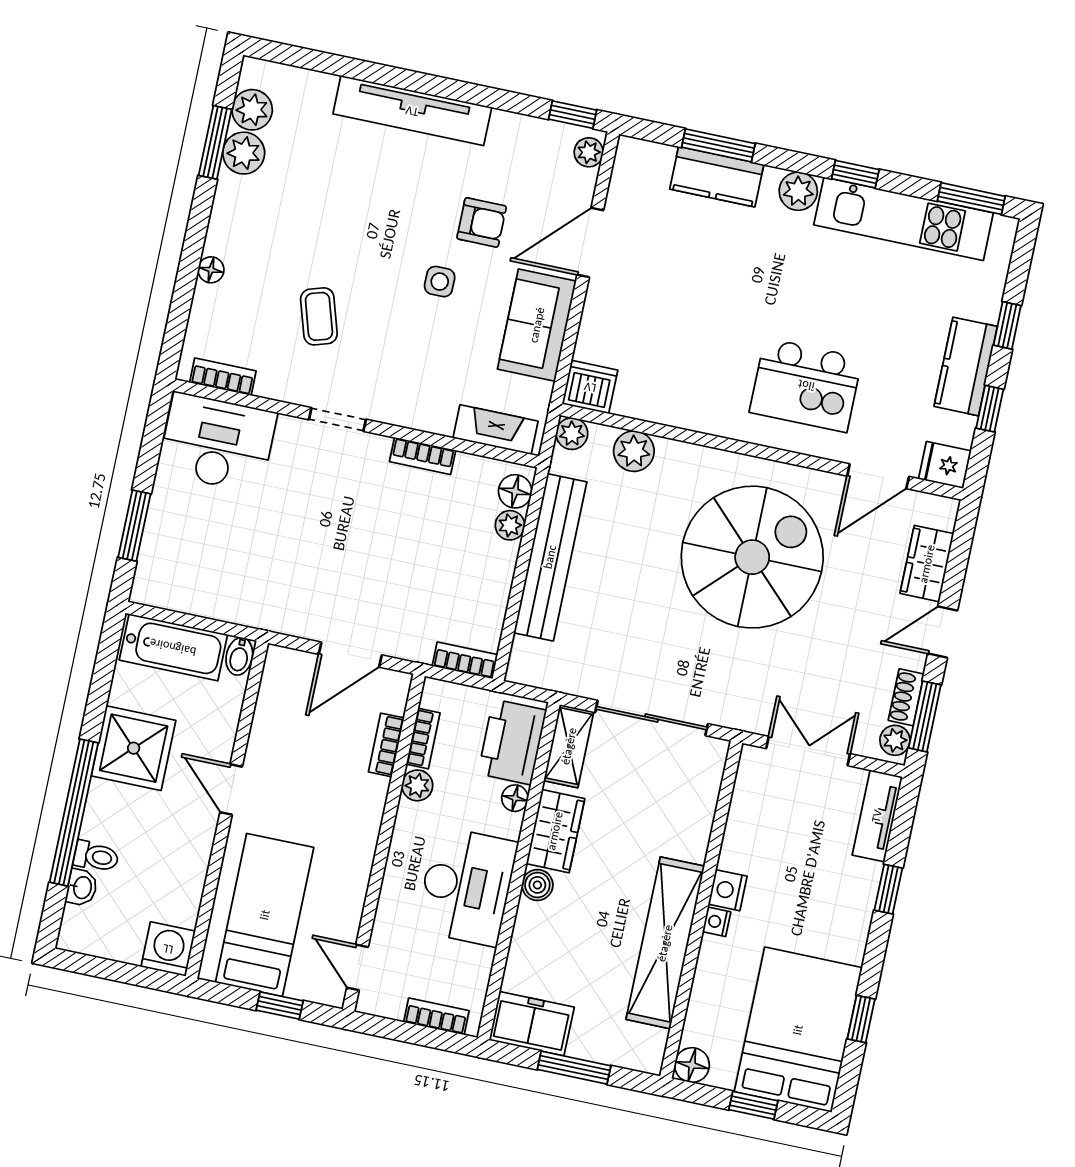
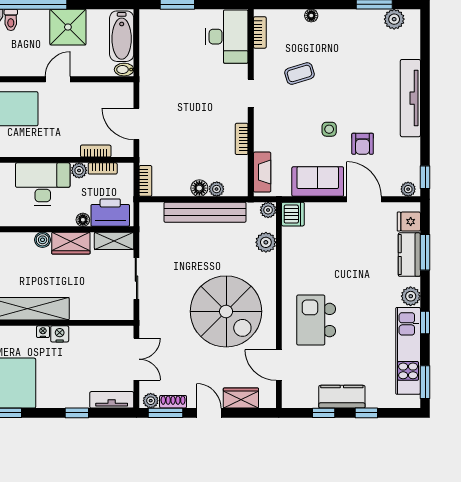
plant: (244, 153) -> (372, 20), removed
fridge: (945, 465) -> (409, 222), moved, turned -90
floor lamp: (515, 491) -> (199, 188), moved
sliding door: (651, 718) -> (136, 279), width x0.73
desk: (467, 886) -> (43, 184), moved, turned 180

